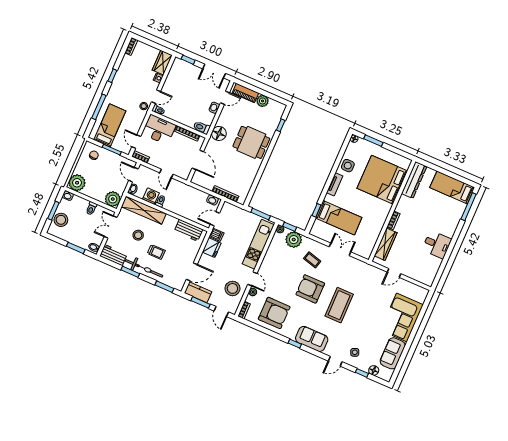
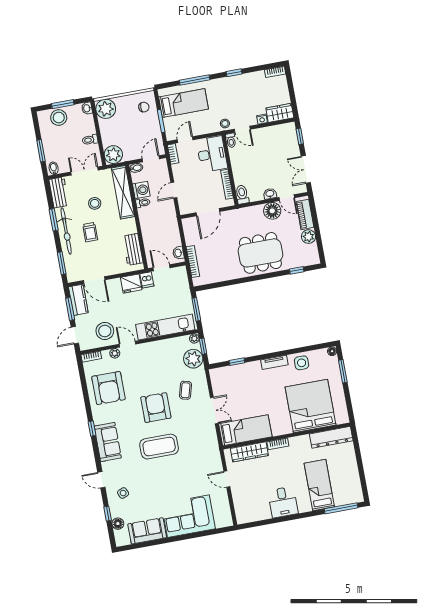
floor lamp: (219, 133) -> (272, 211), moved
dining table: (251, 142) -> (260, 253), width x1.38
bed: (452, 187) -> (319, 485), moved
bed: (339, 218) -> (245, 430), moved, turned -90
door: (252, 279) -> (127, 344), swing flipped

